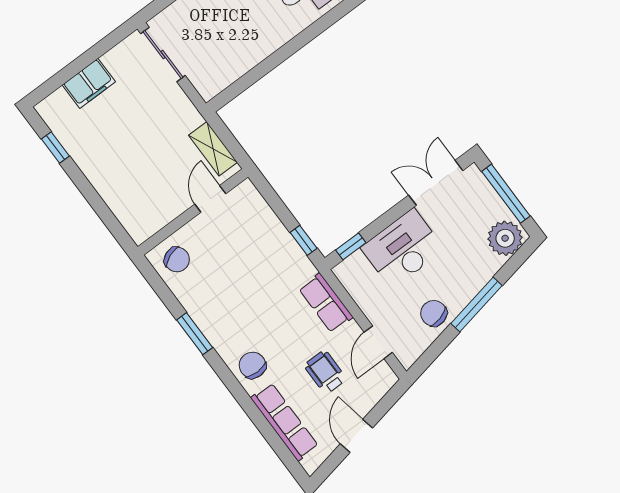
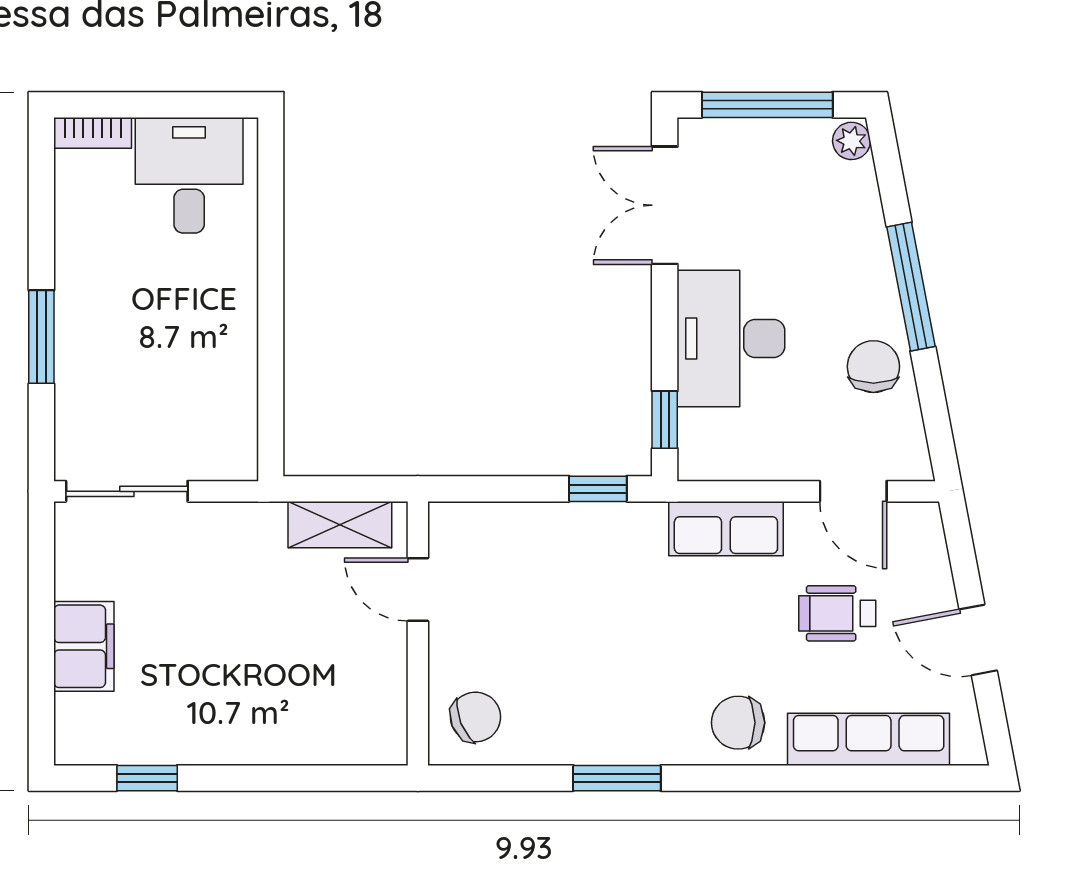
plant: (505, 238) -> (851, 141), width x0.53, depth x0.53
chair: (434, 313) -> (873, 367), turned 105

